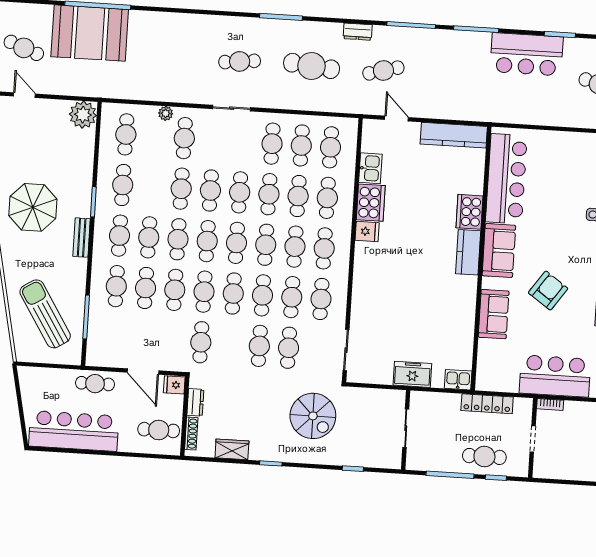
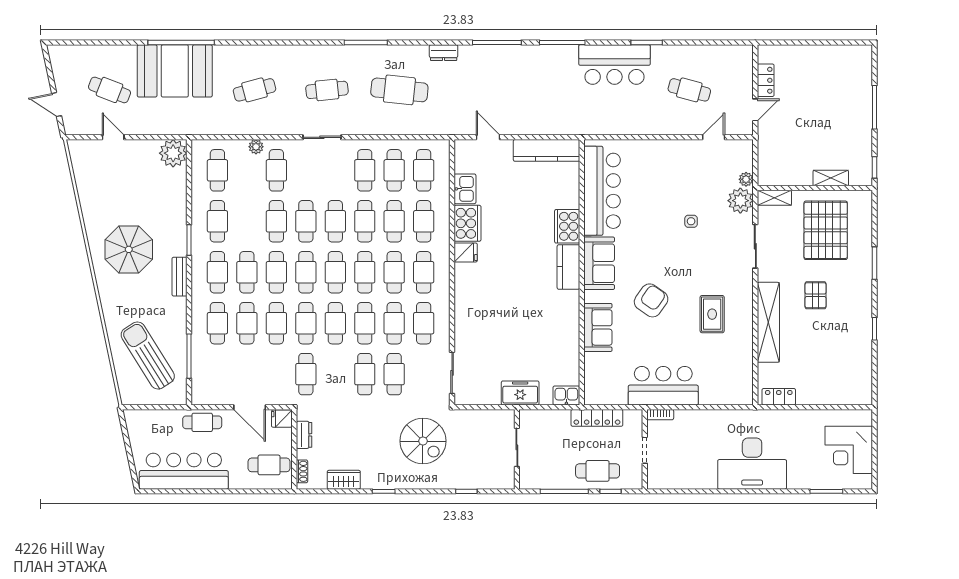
cafe table: (383, 71) -> (254, 90), moved
shoe rack: (191, 434) -> (302, 471), width x0.70

